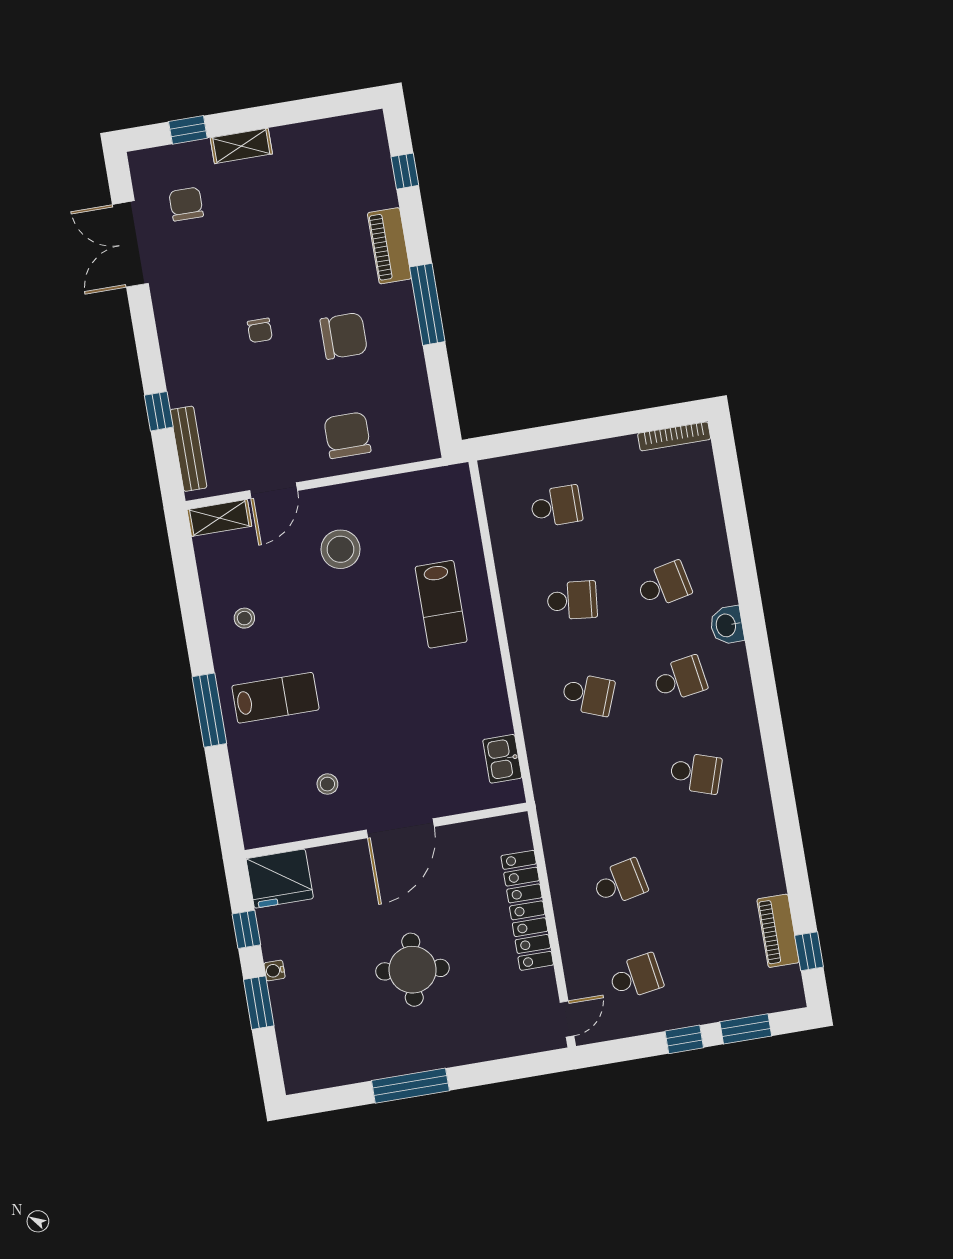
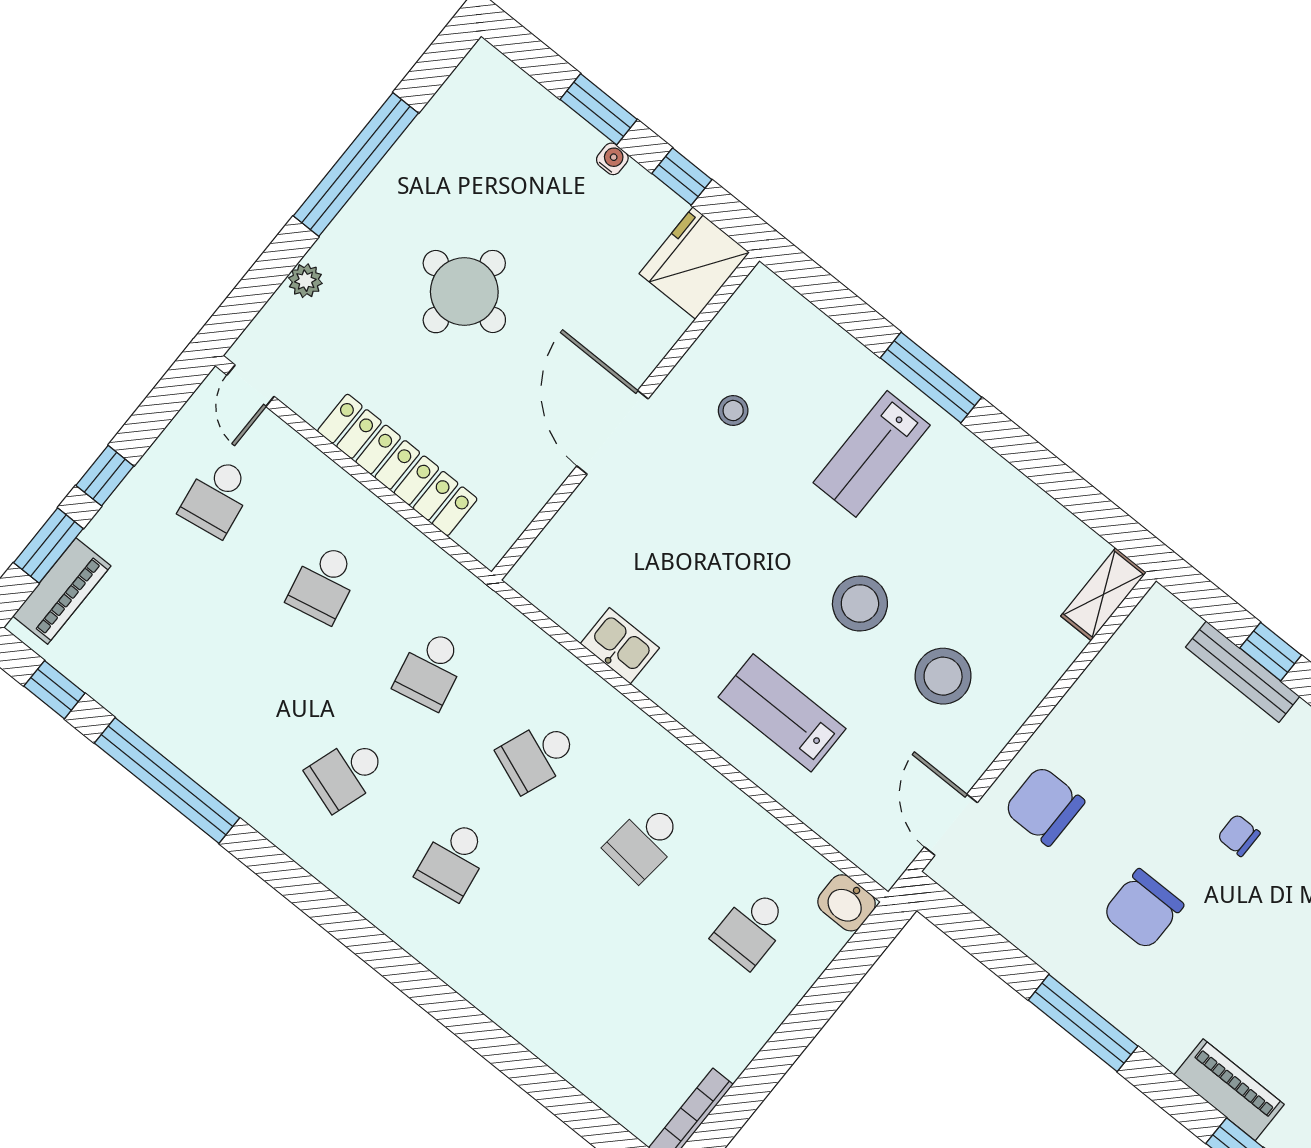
piano: (389, 246) -> (1229, 1090), moved
chair: (347, 435) -> (1044, 806), turned 180
bench: (189, 449) -> (1243, 672), moved
door: (274, 491) -> (951, 825), moved
school desk: (664, 585) -> (431, 670), moved
stool: (244, 618) -> (860, 603), moved, width x1.89, depth x1.89
washbasin: (727, 625) -> (847, 903), moved, turned 180
kitchen sink: (502, 759) -> (620, 646), moved
window: (792, 852) -> (167, 781), added
piano: (778, 931) -> (62, 591), moved, turned 90
plant: (490, 1048) -> (305, 281), added
window: (410, 1086) -> (356, 165), width x1.46

